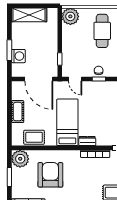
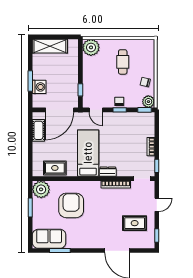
cafe table: (102, 31) -> (123, 62), width x0.73, depth x0.74
door: (39, 79) -> (60, 110), hinge flipped
cot: (18, 112) -> (38, 130), moved

